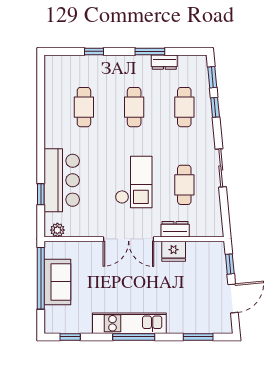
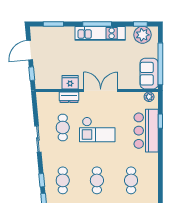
checkout: (134, 182) -> (97, 130), turned -90
sofa: (57, 282) -> (149, 74), moved
plant: (67, 321) -> (143, 35), added

